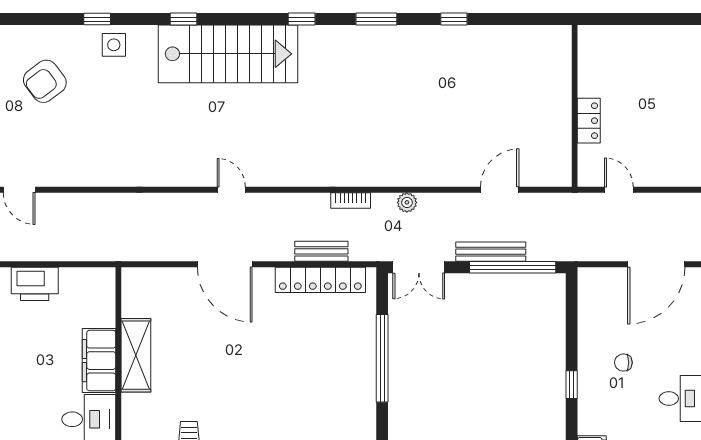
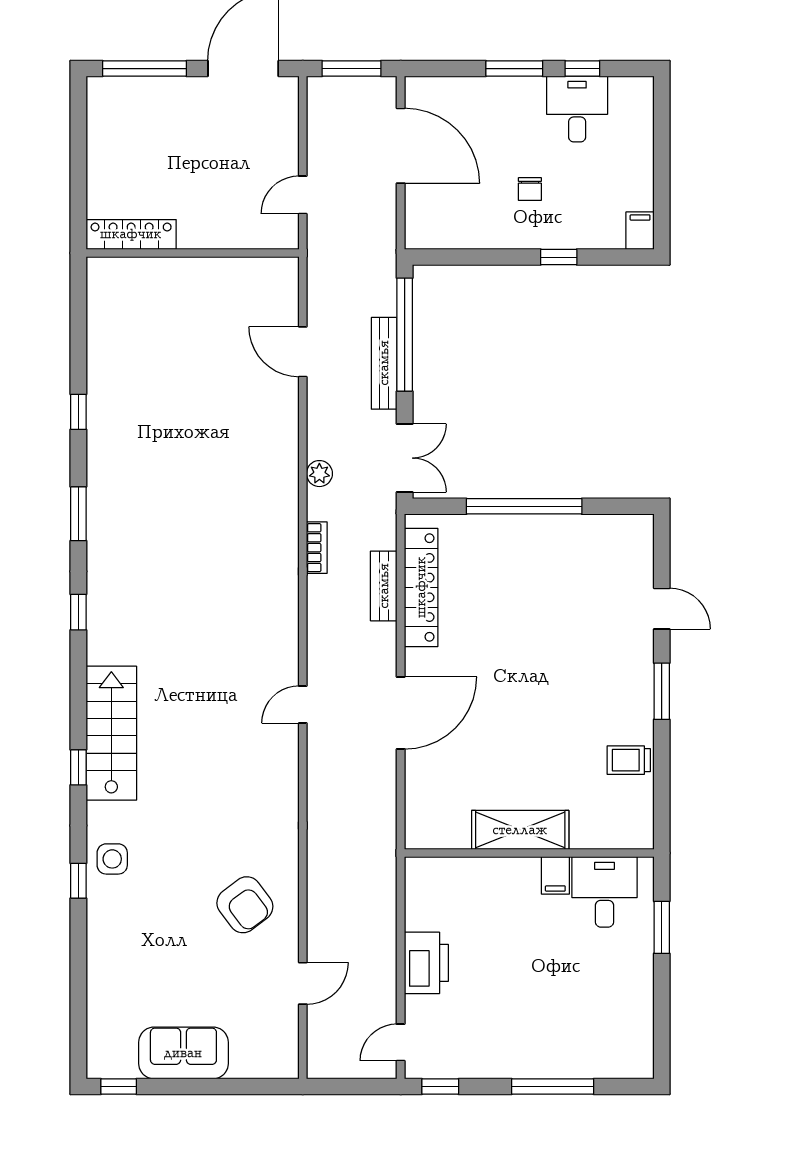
stairs: (228, 54) -> (111, 733), width x0.73, depth x0.66
armchair: (45, 81) -> (245, 905), moved
locker: (589, 121) -> (131, 234), moved, width x1.53
filing cabinet: (99, 361) -> (555, 875), width x0.33, depth x0.86

